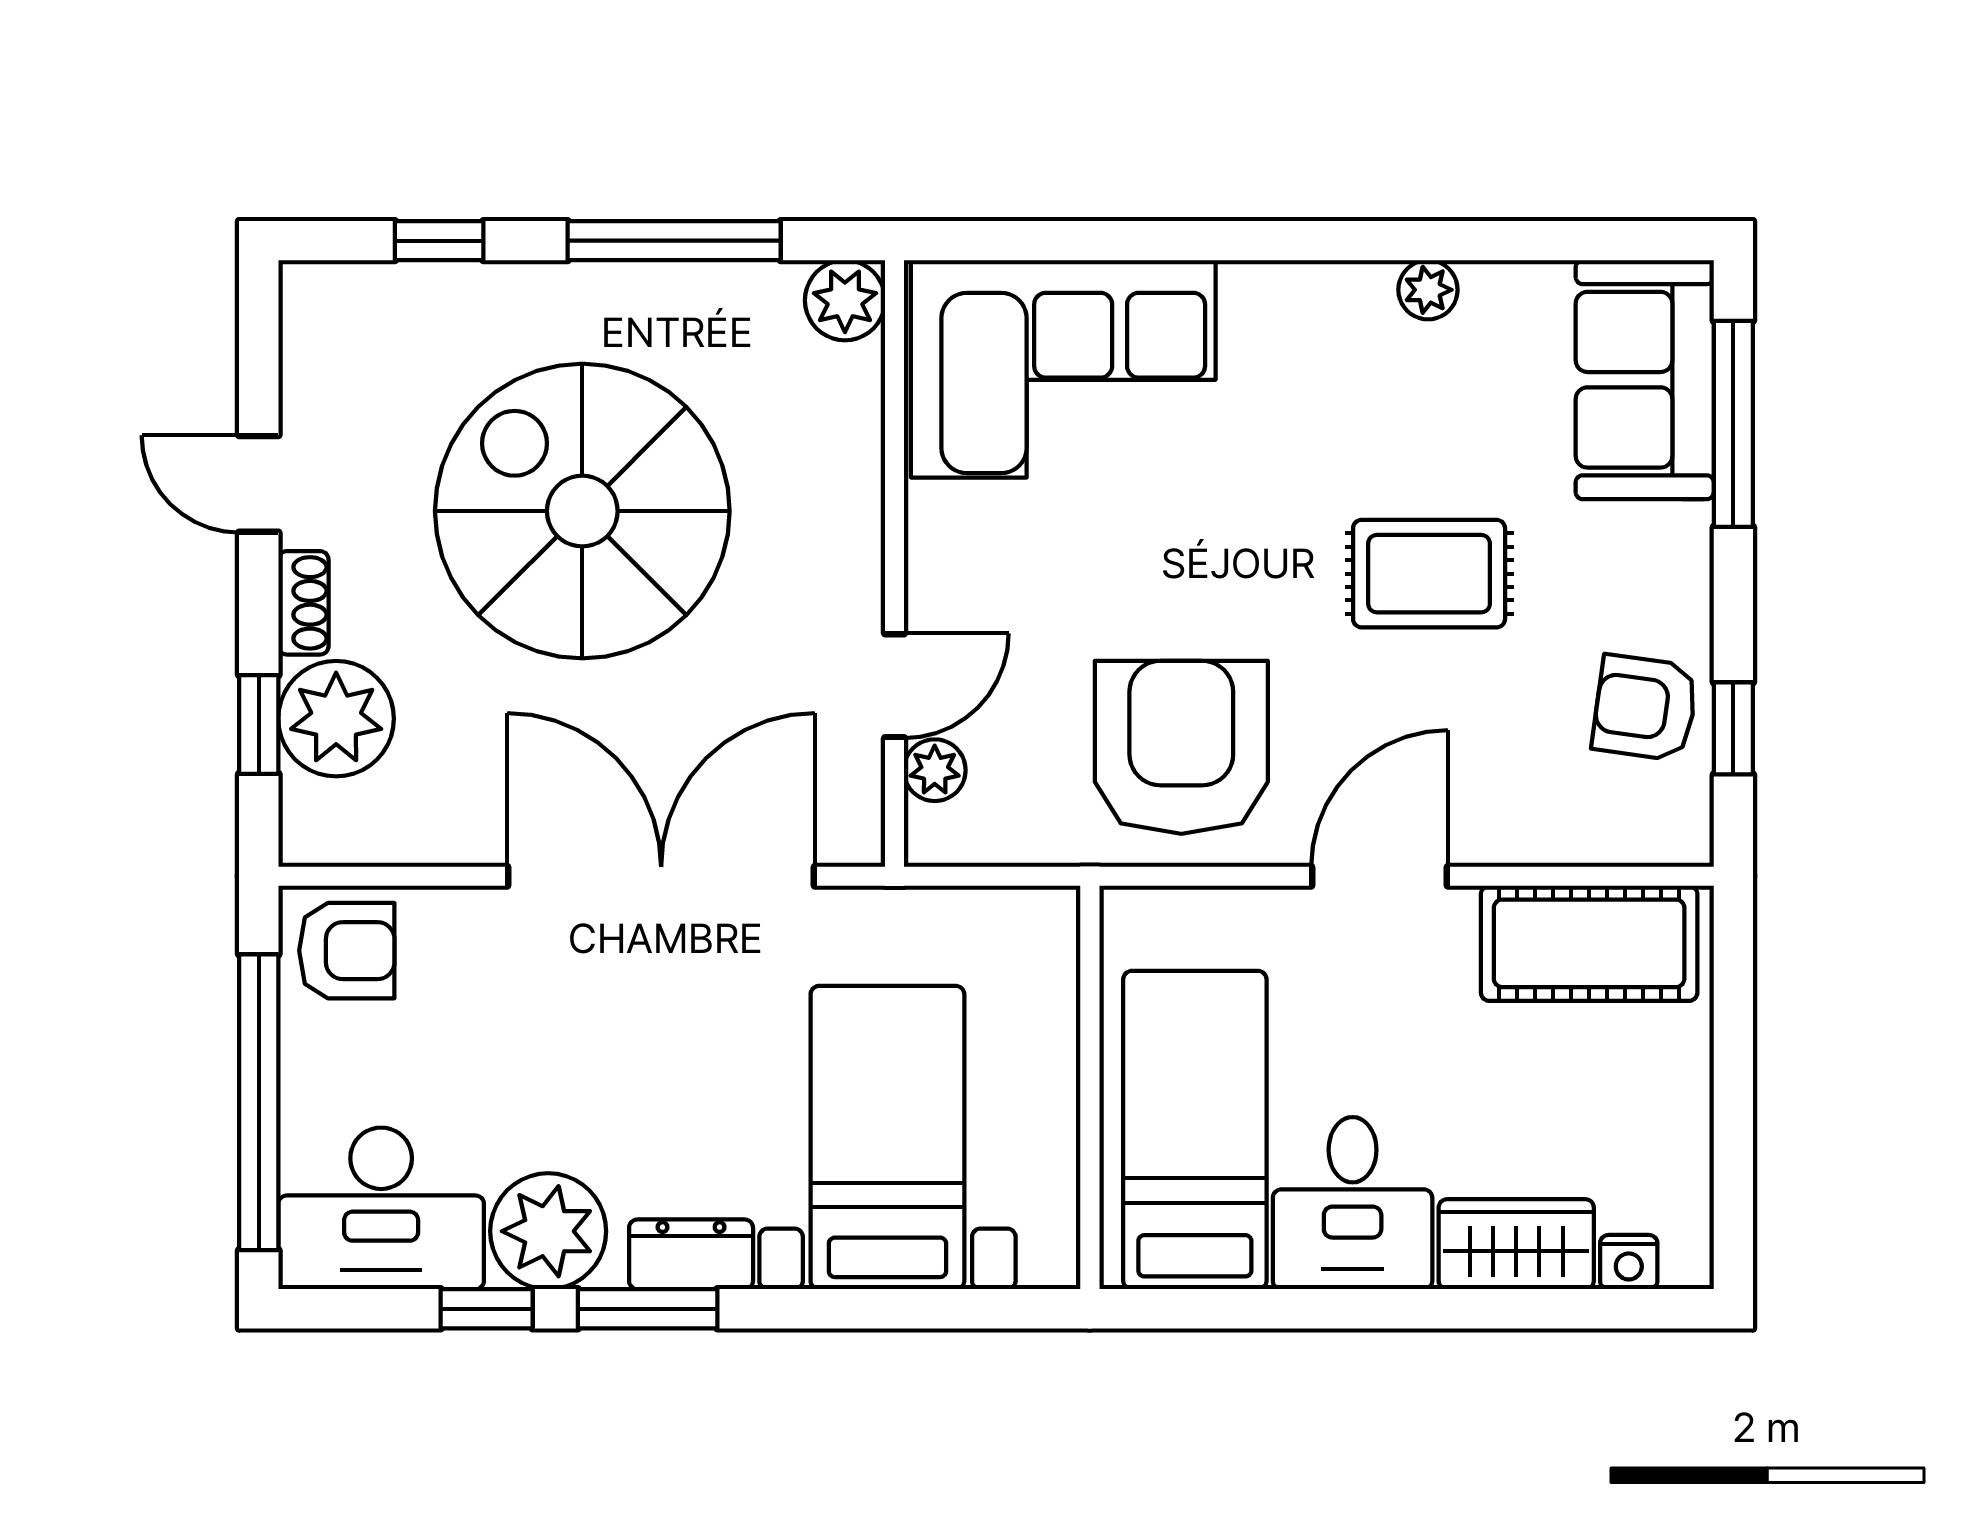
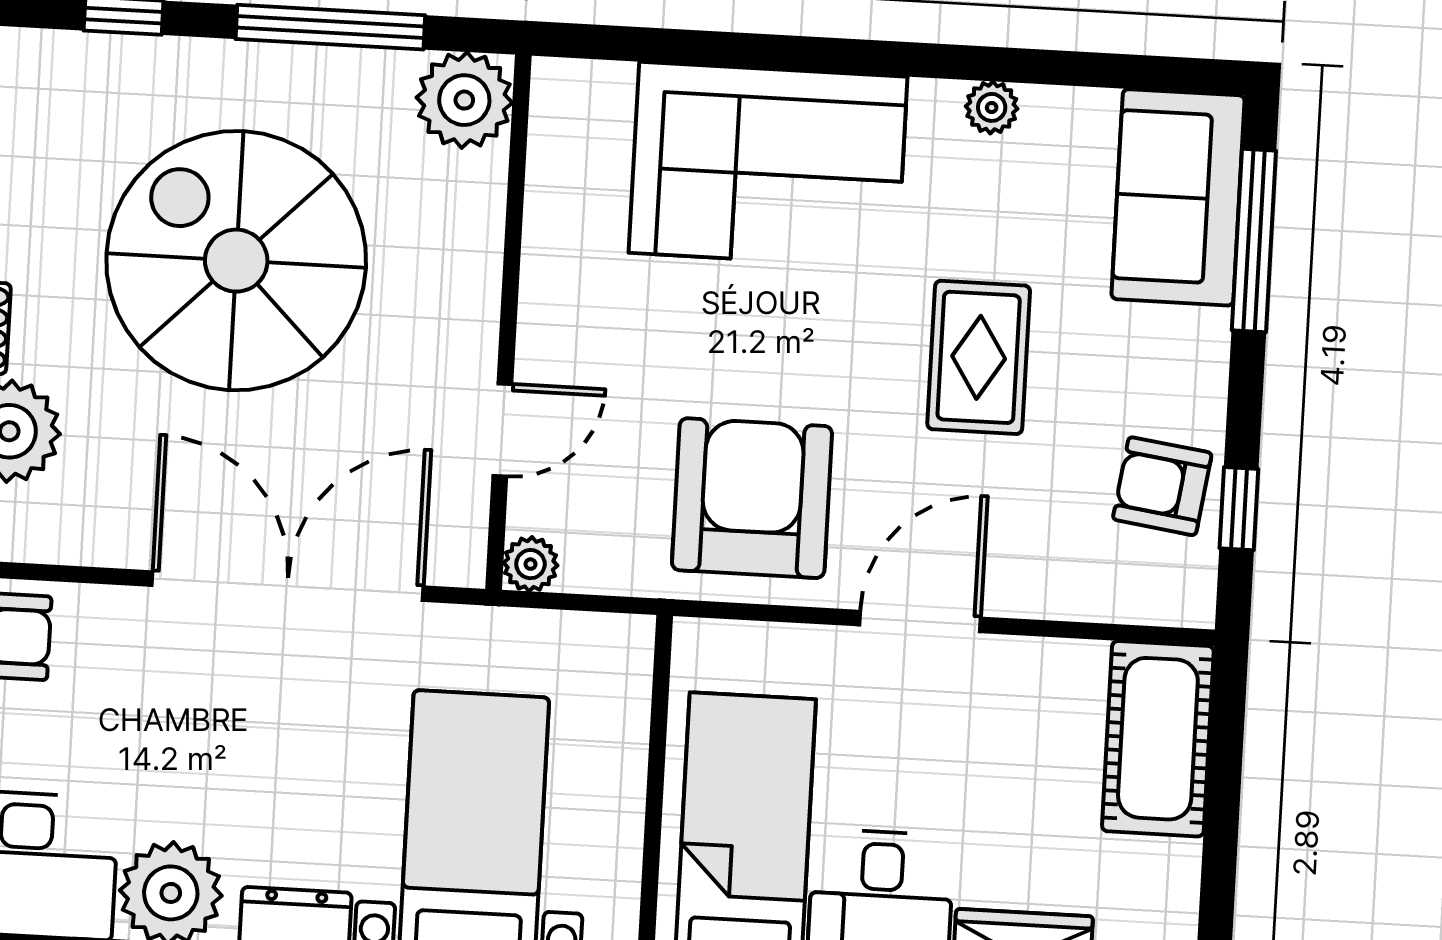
plant: (845, 300) -> (464, 100), width x1.36, depth x1.36
corner sofa: (1063, 369) -> (768, 165), moved
rug: (1429, 574) -> (979, 357), turned 90
plant: (935, 770) -> (530, 564), moved
cot: (1589, 943) -> (1158, 739), moved, turned 90

